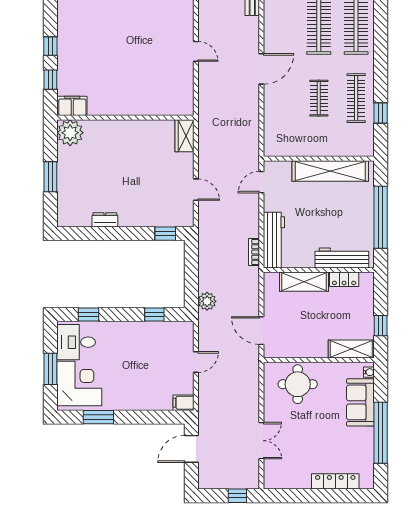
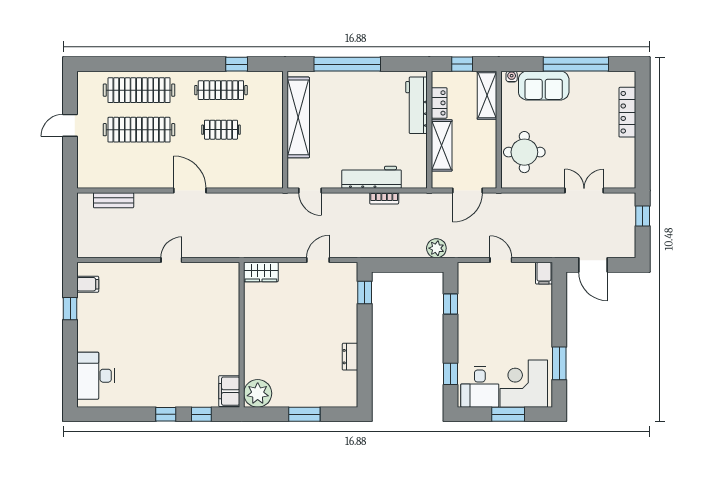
workbench: (342, 258) -> (417, 105), moved
wall: (319, 270) -> (429, 130), moved
locker: (344, 279) -> (439, 103), moved
shelving: (304, 282) -> (442, 145), moved

